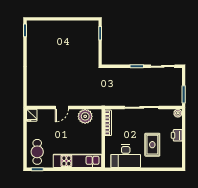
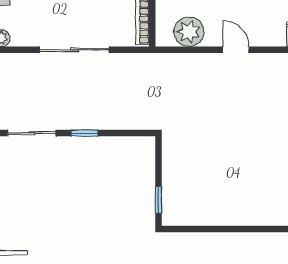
door: (62, 107) -> (236, 50), hinge flipped

